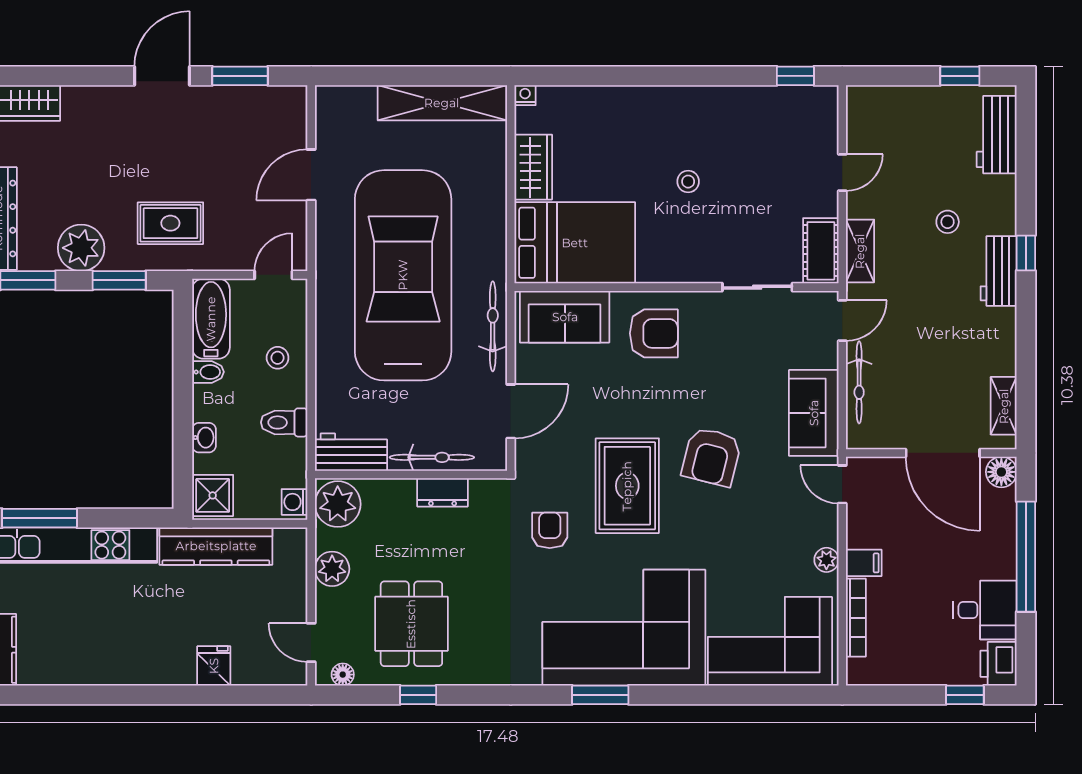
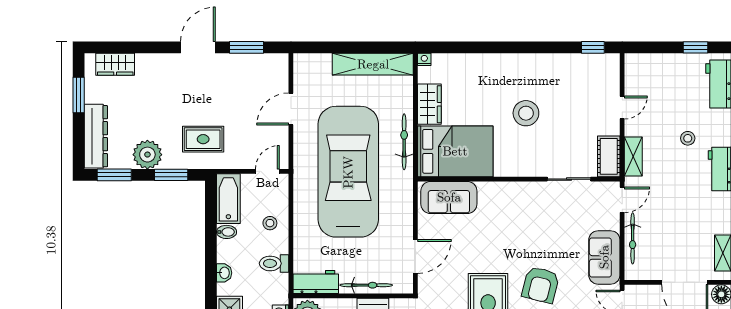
stool: (688, 182) -> (526, 113), width x1.89, depth x1.89
bicycle: (493, 326) -> (404, 142), moved
armchair: (654, 333) -> (505, 208), removed

